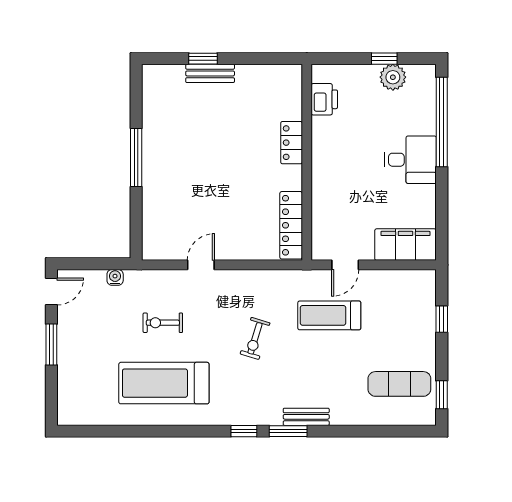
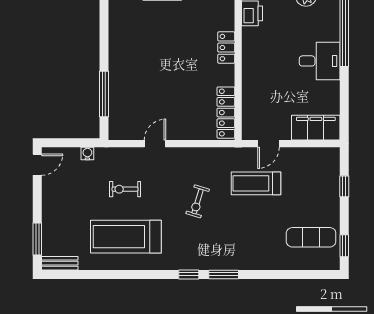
window: (136, 158) -> (104, 94), moved
window: (51, 345) -> (37, 239), moved
bench: (306, 417) -> (60, 263), moved

